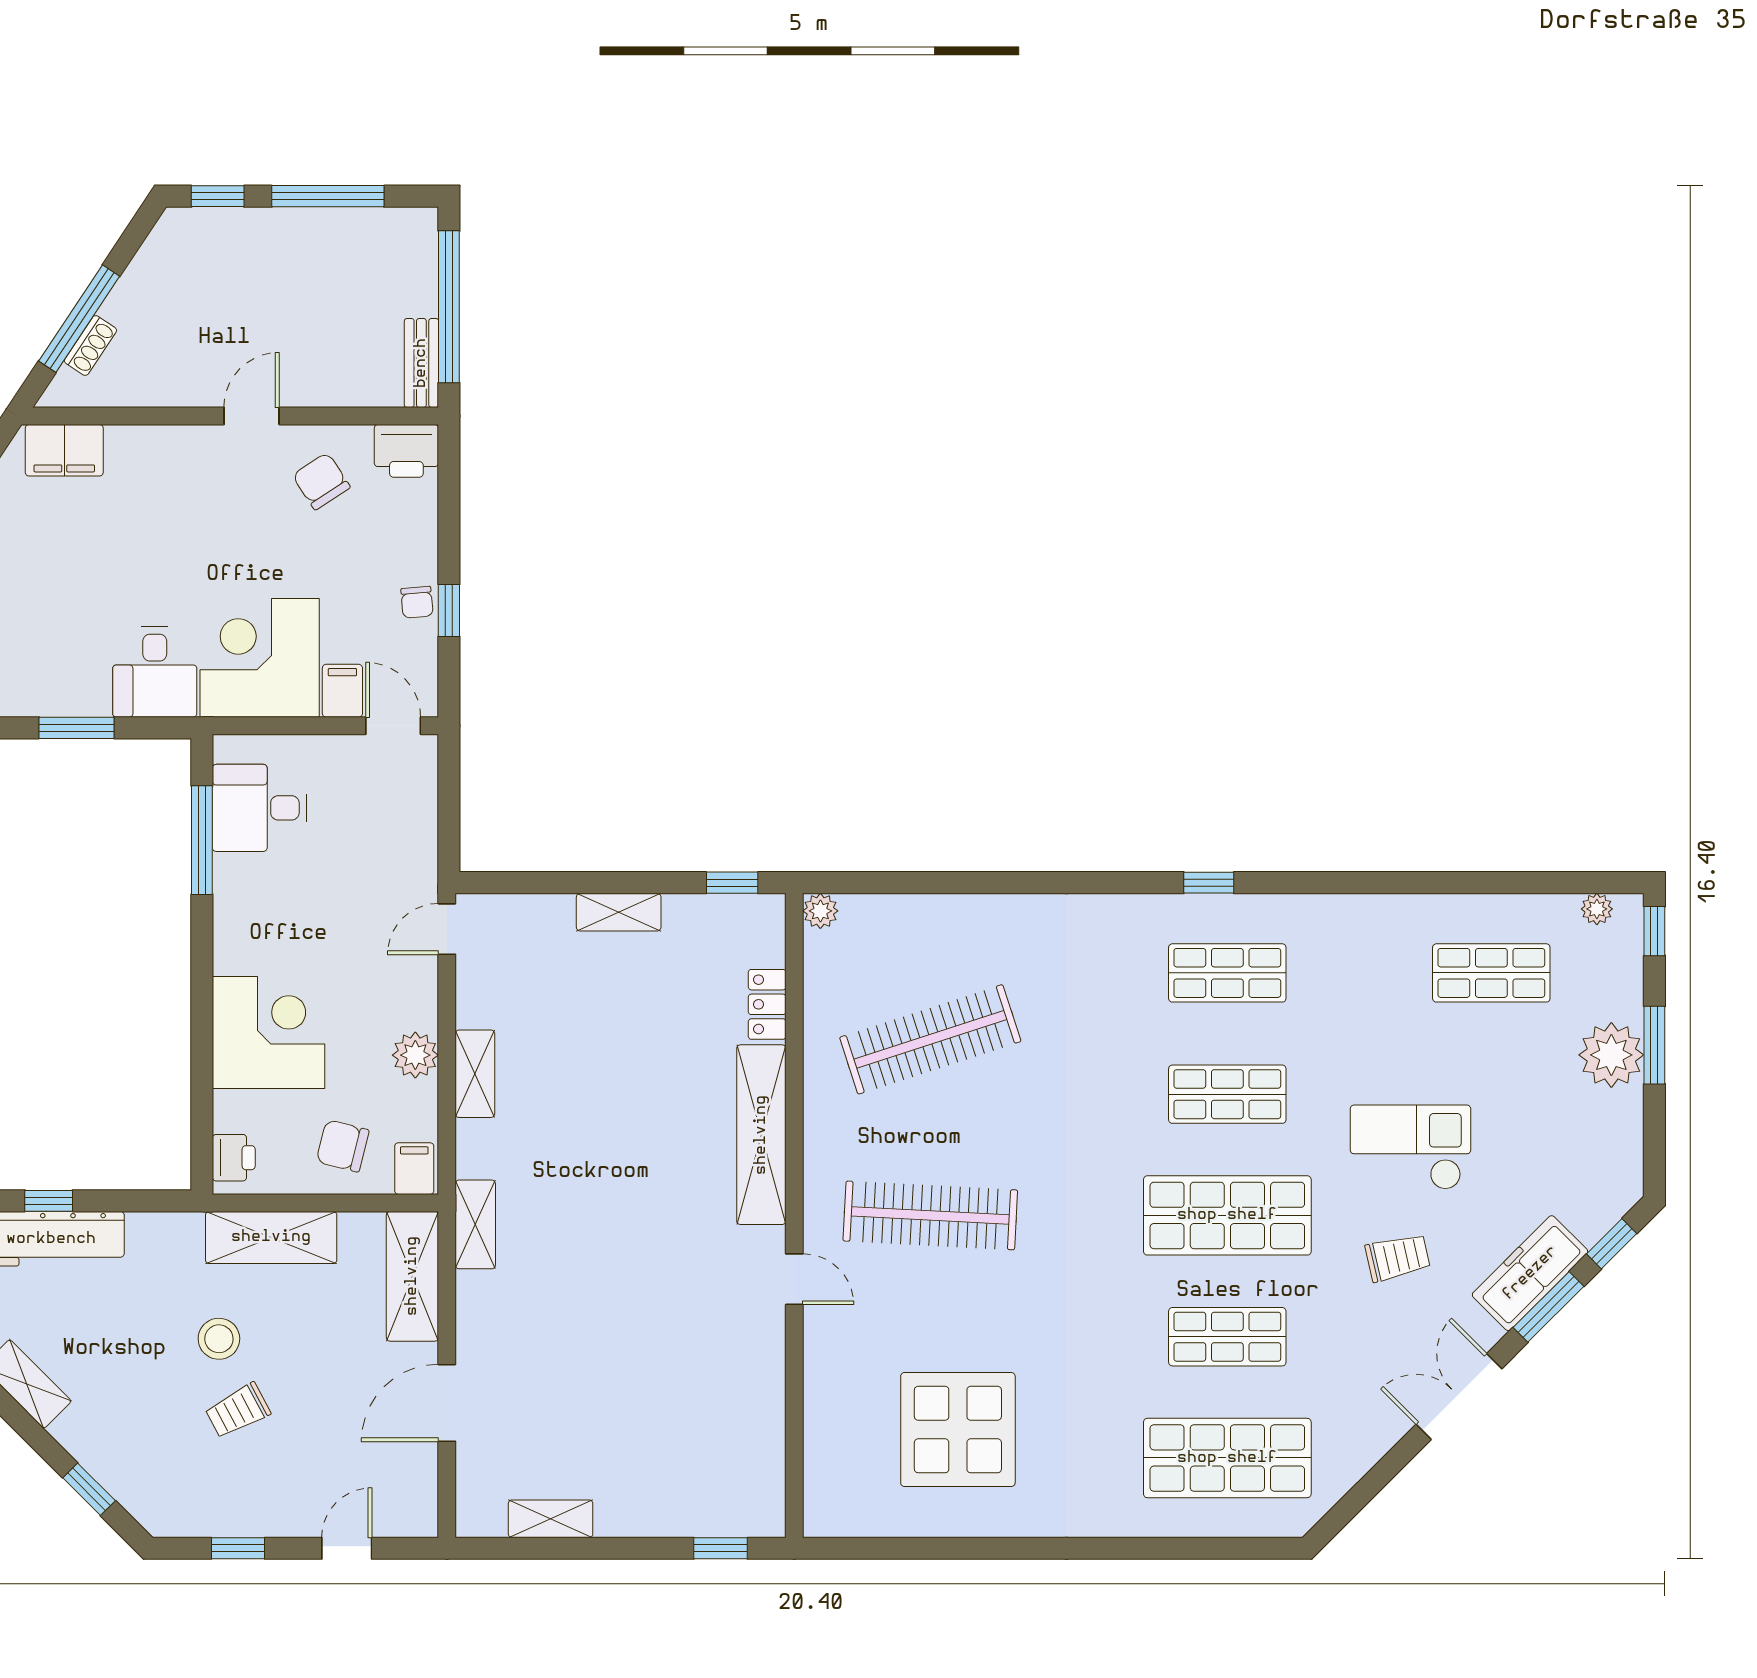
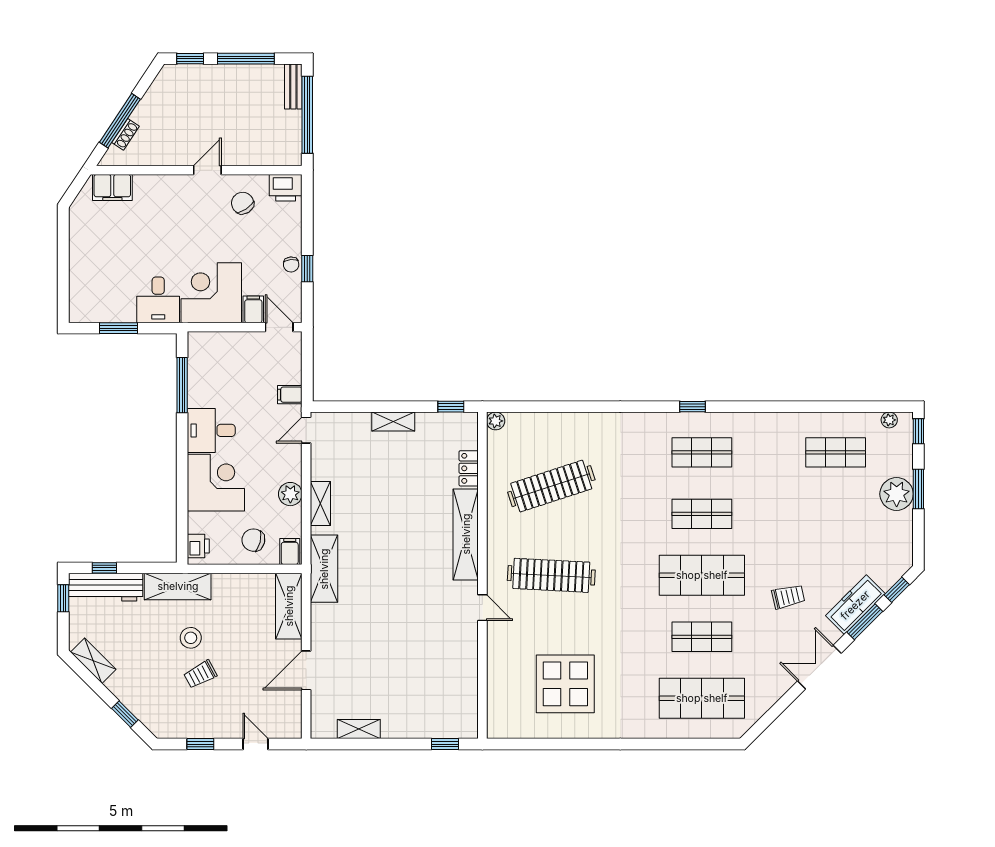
bench: (421, 363) -> (293, 87), moved
desk: (259, 808) -> (211, 430), moved
filing cabinet: (414, 859) -> (290, 395), added
checkout: (1410, 1147) -> (795, 541), removed
shelving: (475, 1224) -> (324, 569), width x1.50, depth x1.33
shelving: (271, 1237) -> (178, 586), moved
door: (347, 1548) -> (256, 744), hinge flipped

